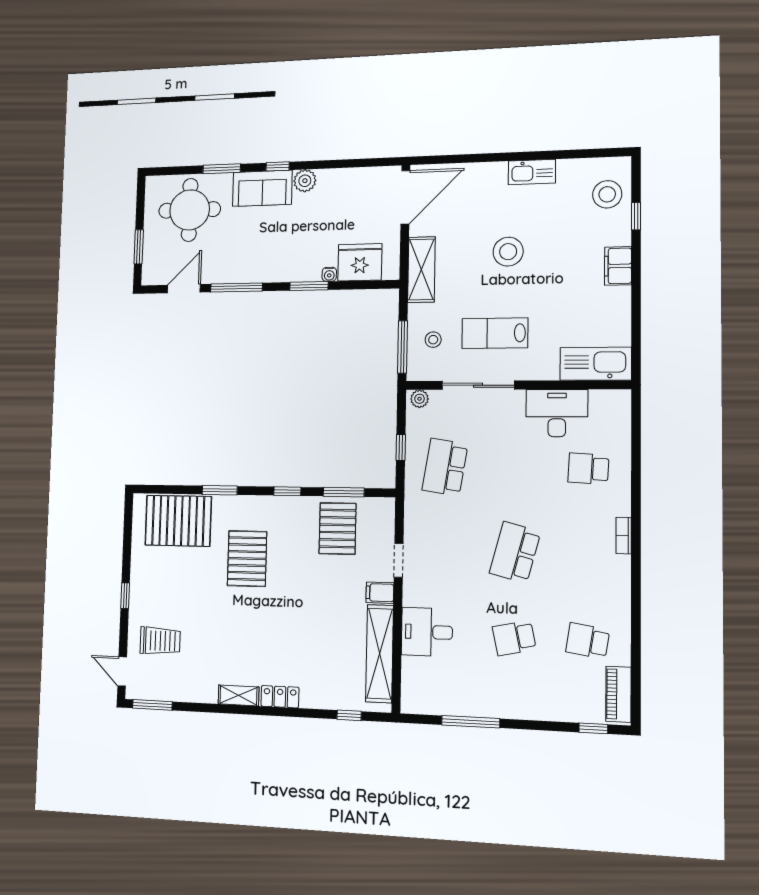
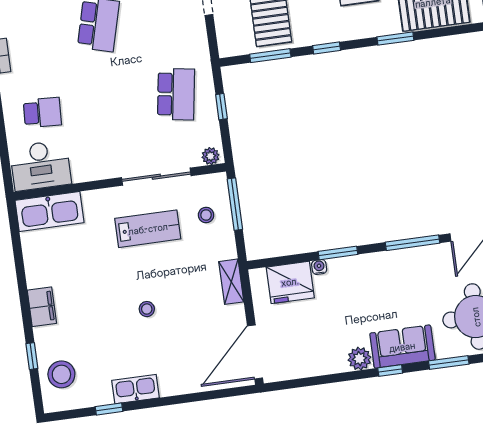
window: (562, 154) -> (109, 409), added
stool: (508, 252) -> (147, 309), width x0.53, depth x0.53
shelving: (421, 270) -> (231, 282), width x0.67, depth x0.75
desk: (557, 413) -> (40, 166), moved

